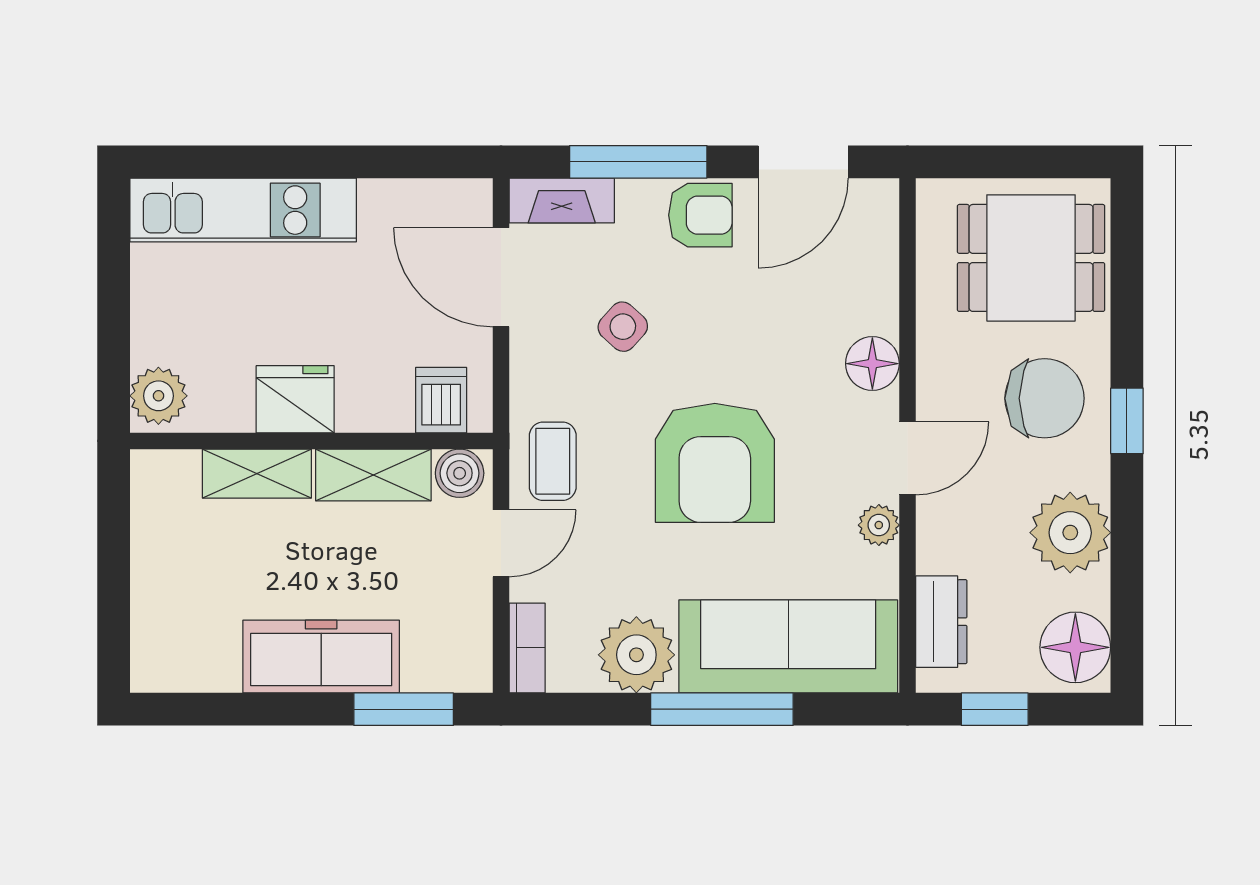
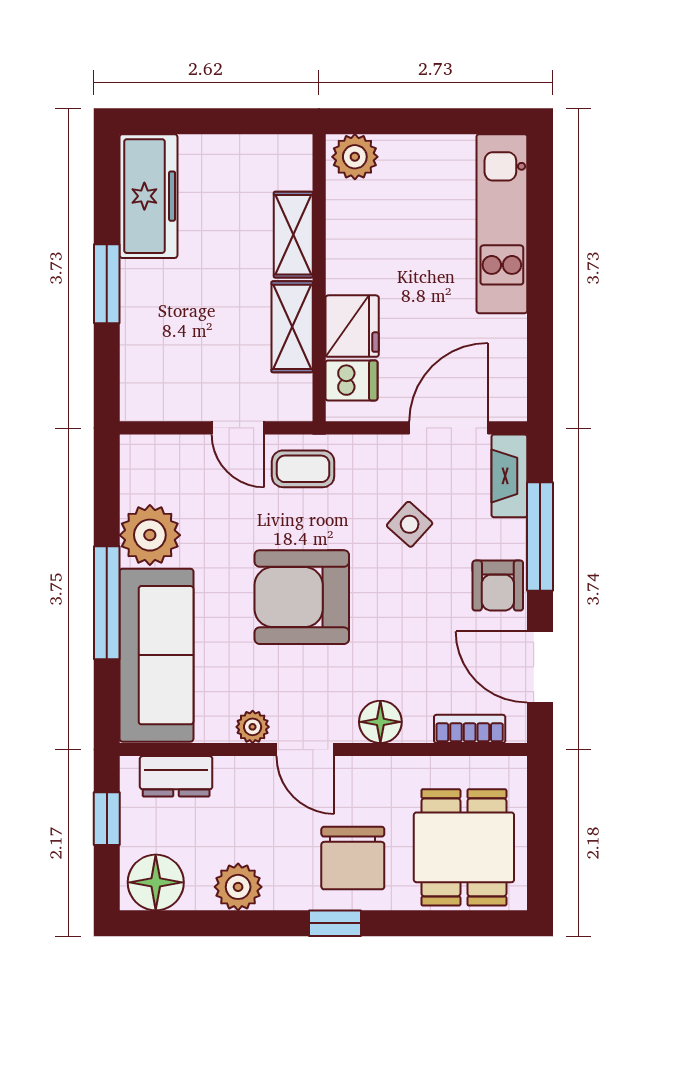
fridge: (295, 399) -> (352, 326), moved
boiler: (460, 473) -> (294, 395), removed
plant: (1070, 533) -> (238, 887), width x0.73, depth x0.73
bookcase: (527, 648) -> (470, 729), moved, turned 180
freezer: (321, 657) -> (148, 196), moved
window: (404, 709) -> (107, 284), moved

